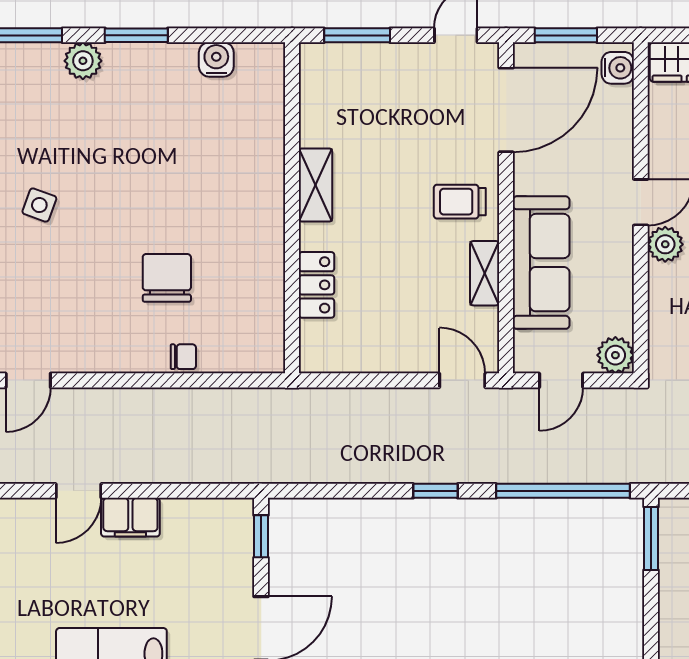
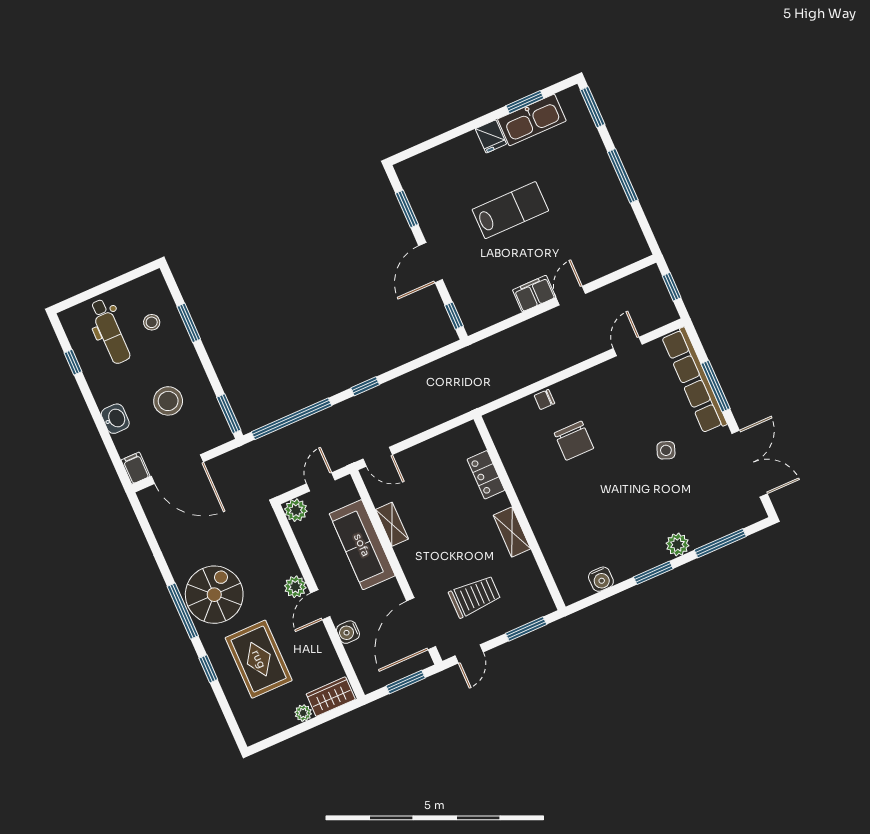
water cooler: (618, 68) -> (348, 632), moved
trolley: (460, 202) -> (475, 596), moved, width x1.36, depth x1.39

